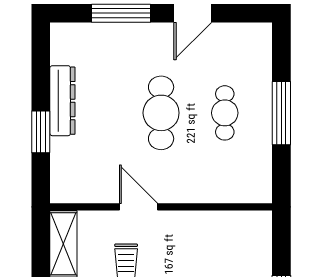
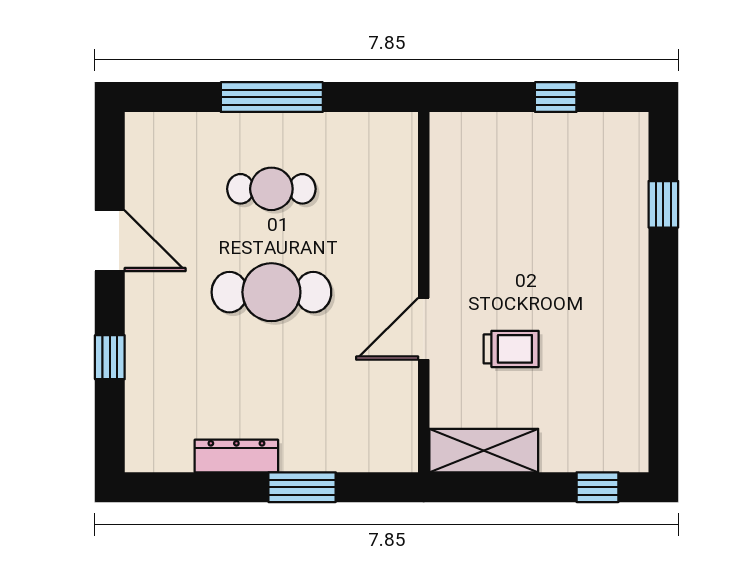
window: (121, 13) -> (110, 357), width x0.46
dresser: (62, 101) -> (236, 456), width x0.73, depth x0.80

